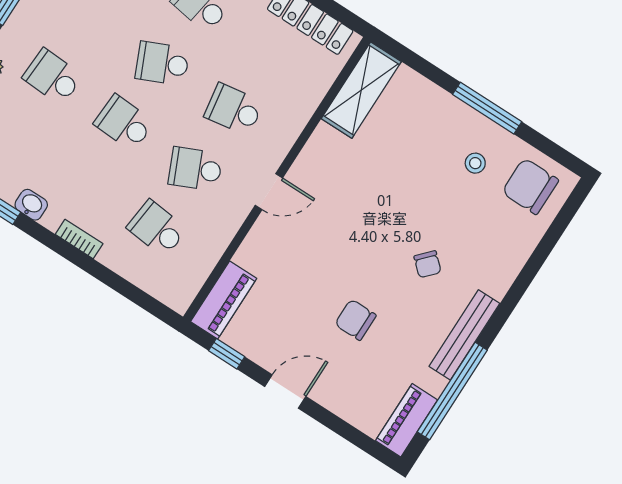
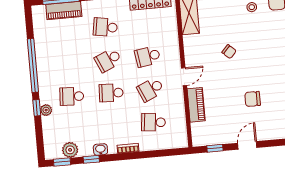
chair: (428, 264) -> (229, 52), moved
piano: (224, 300) -> (196, 105), moved

